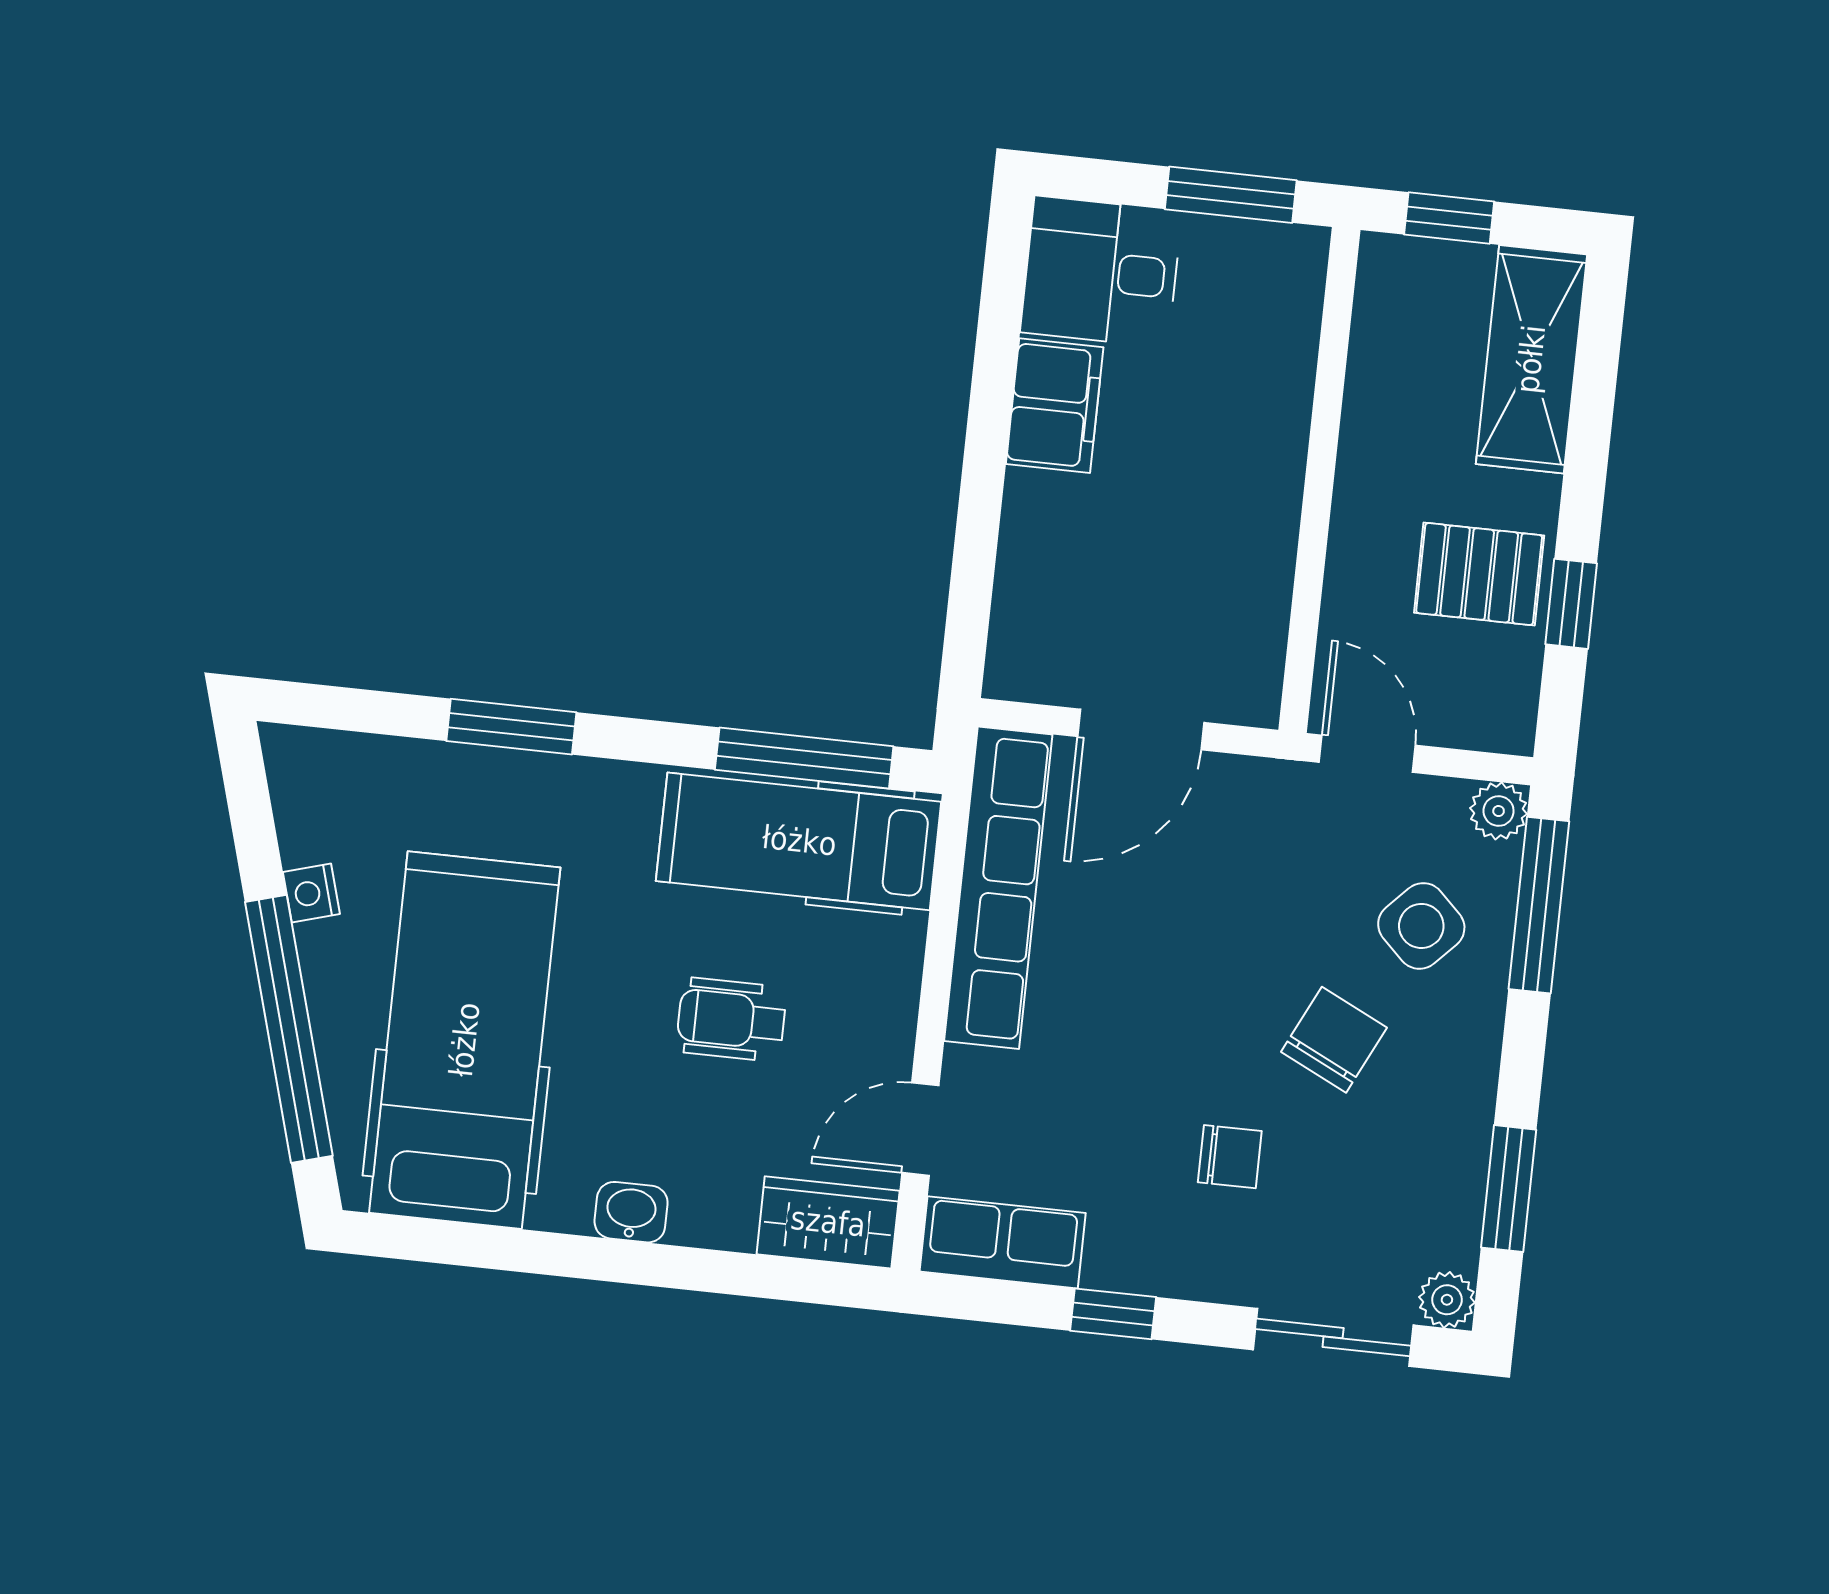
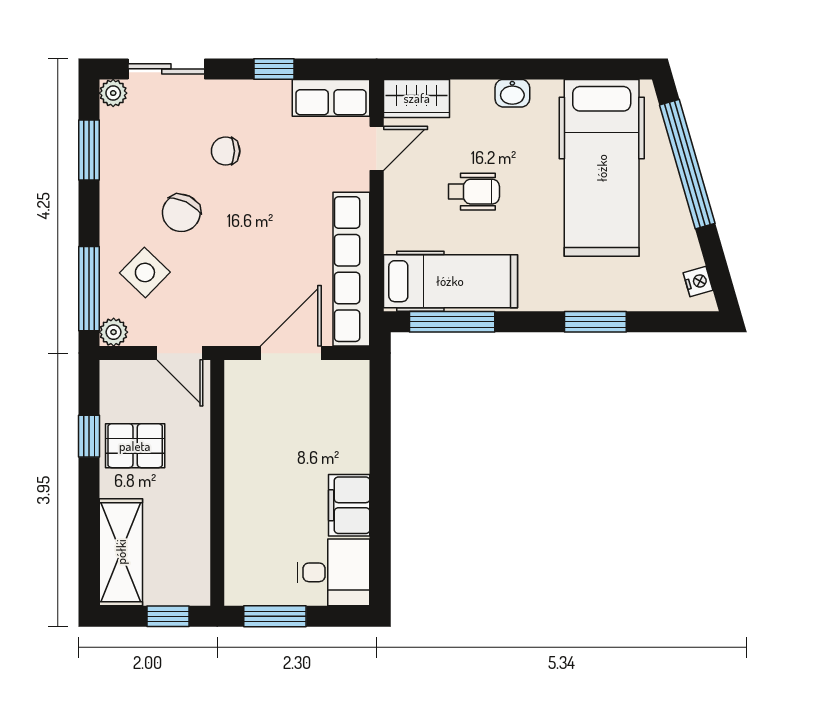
nightstand: (311, 893) -> (698, 281), moved

